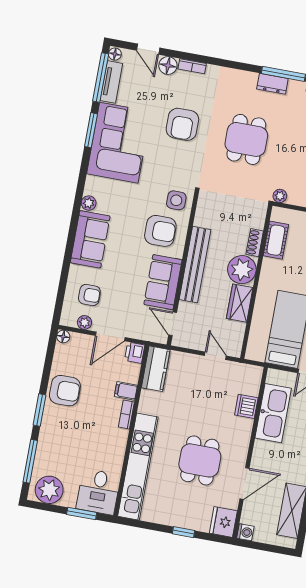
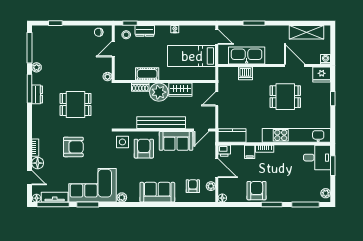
door: (148, 49) -> (29, 178), hinge flipped
plant: (89, 203) -> (122, 197), moved
cot: (276, 240) -> (147, 74), moved
plant: (49, 490) -> (326, 193), width x0.53, depth x0.53

